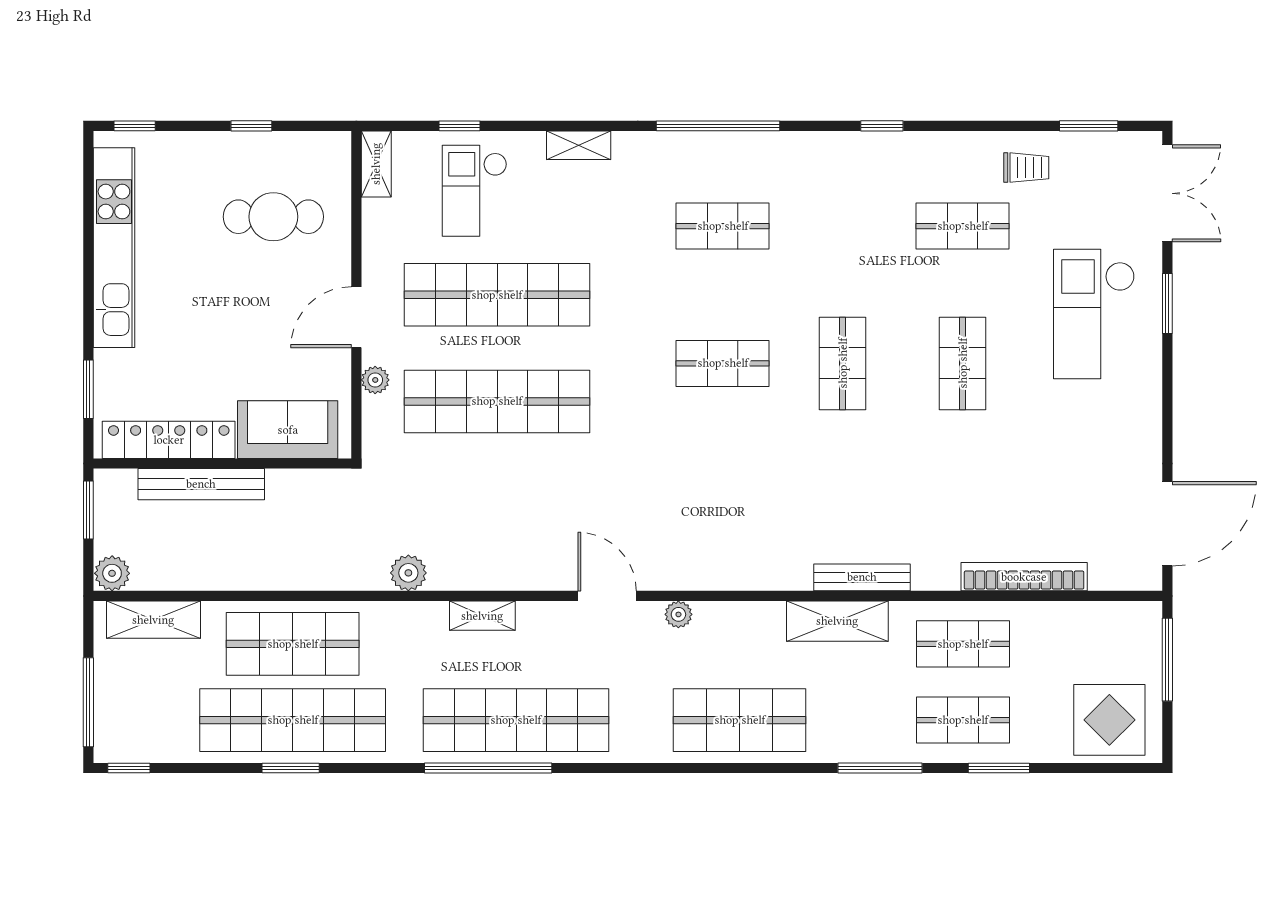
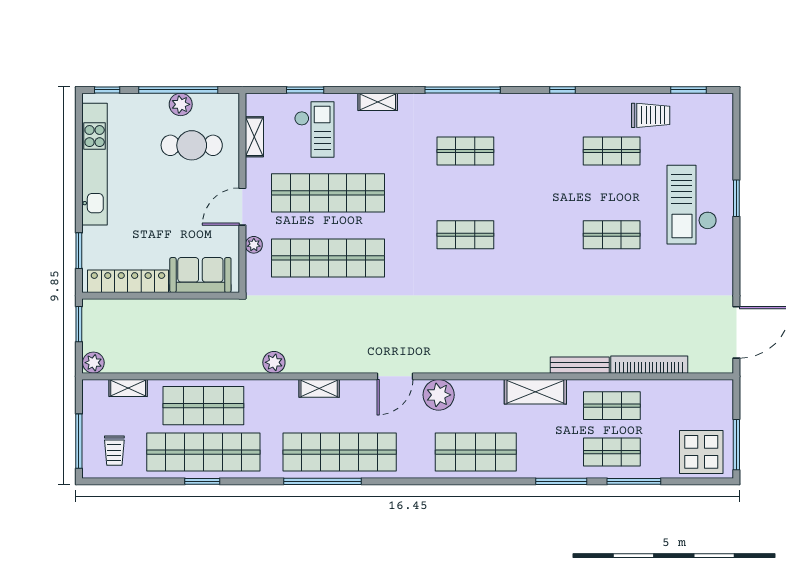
window: (251, 126) -> (178, 90), width x3.17
window: (459, 126) -> (305, 90), width x1.50
plant: (255, 150) -> (181, 104), added
shelving: (376, 164) -> (254, 137), moved
trolley: (1026, 168) -> (651, 115), width x1.36, depth x1.39
checkout: (475, 191) -> (314, 130), turned 180
double door: (1167, 193) -> (736, 131), removed
shop shelf: (843, 363) -> (539, 235), removed
shop shelf: (963, 363) -> (612, 235), turned 90
bench: (201, 484) -> (148, 308), removed
bench: (862, 577) -> (580, 365), moved
door: (607, 596) -> (395, 376), swing flipped
plant: (678, 614) -> (439, 395), width x1.88, depth x1.88
shelving: (153, 620) -> (128, 388), width x0.67, depth x0.75
window: (1167, 660) -> (736, 445), moved
trolley: (146, 718) -> (114, 451), added
window: (129, 768) -> (104, 481), removed
window: (999, 768) -> (634, 481), width x1.44

